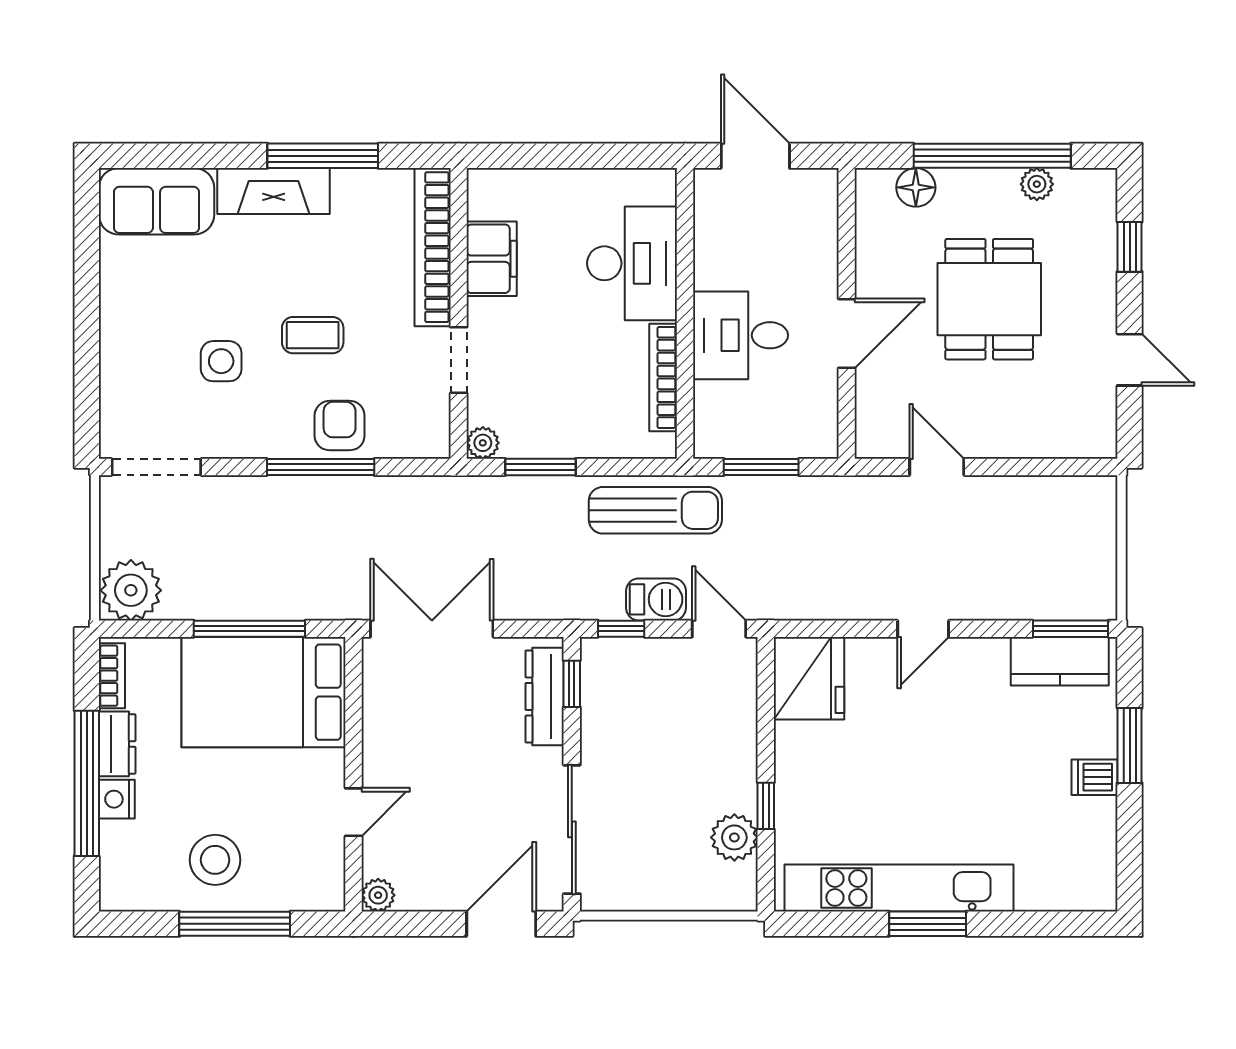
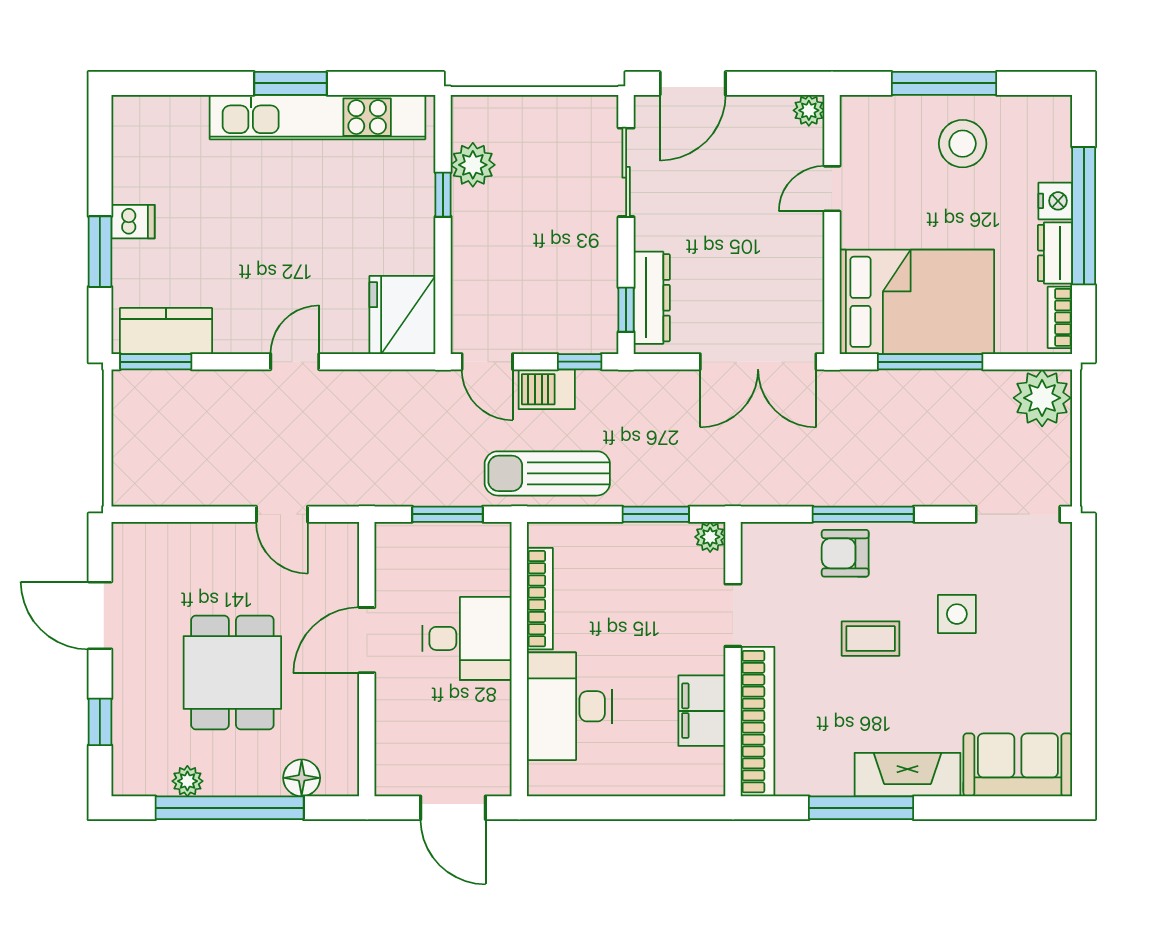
door: (1130, 360) -> (100, 615), width x1.38
armchair: (340, 426) -> (845, 553), turned 90
sliding door: (572, 829) -> (626, 172), width x0.73

